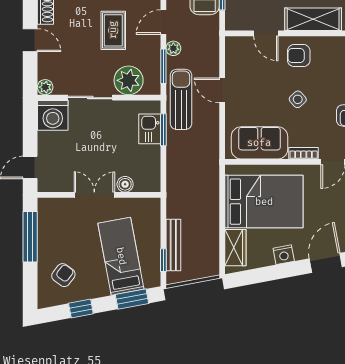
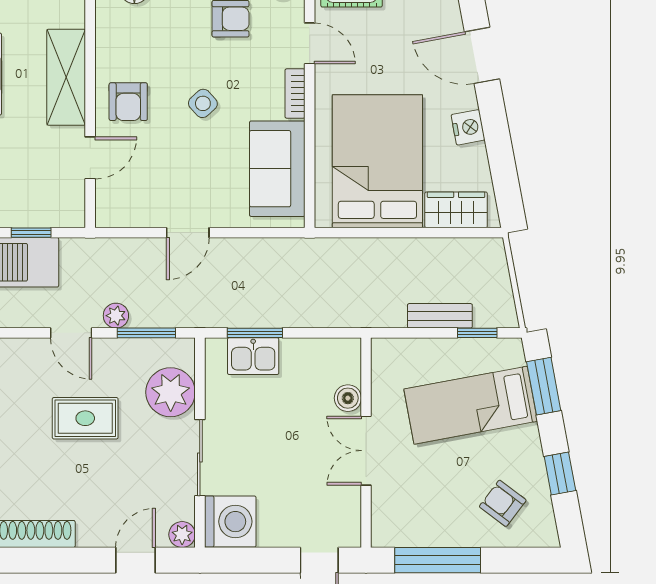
door: (30, 40) -> (136, 560), moved
sun lounger: (181, 99) -> (203, 303), removed
bench: (173, 245) -> (440, 316), width x0.73

